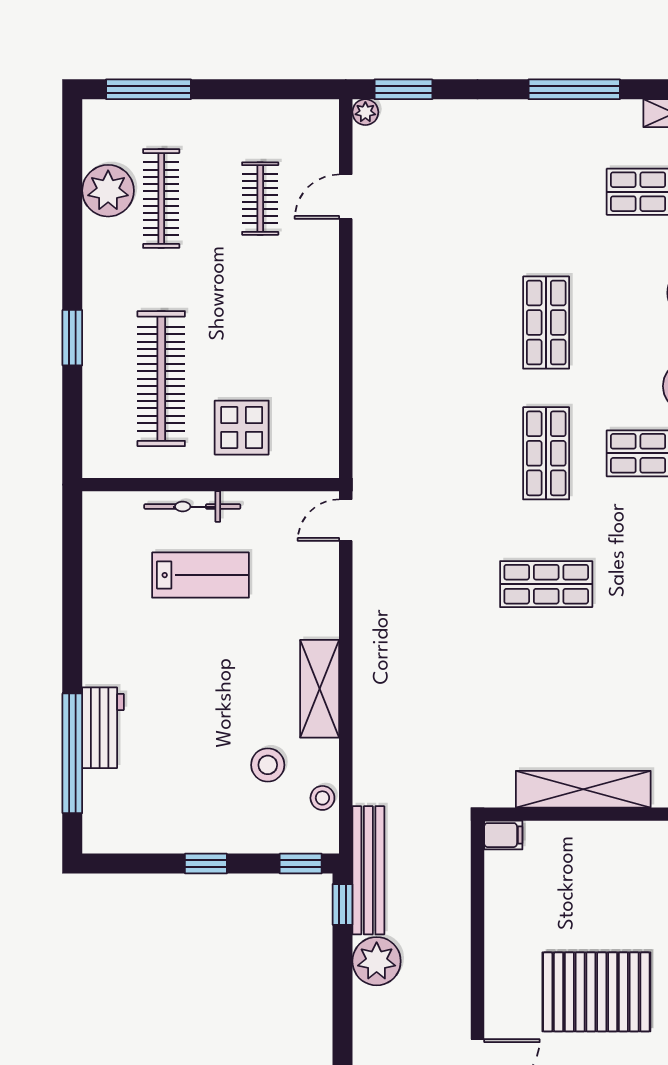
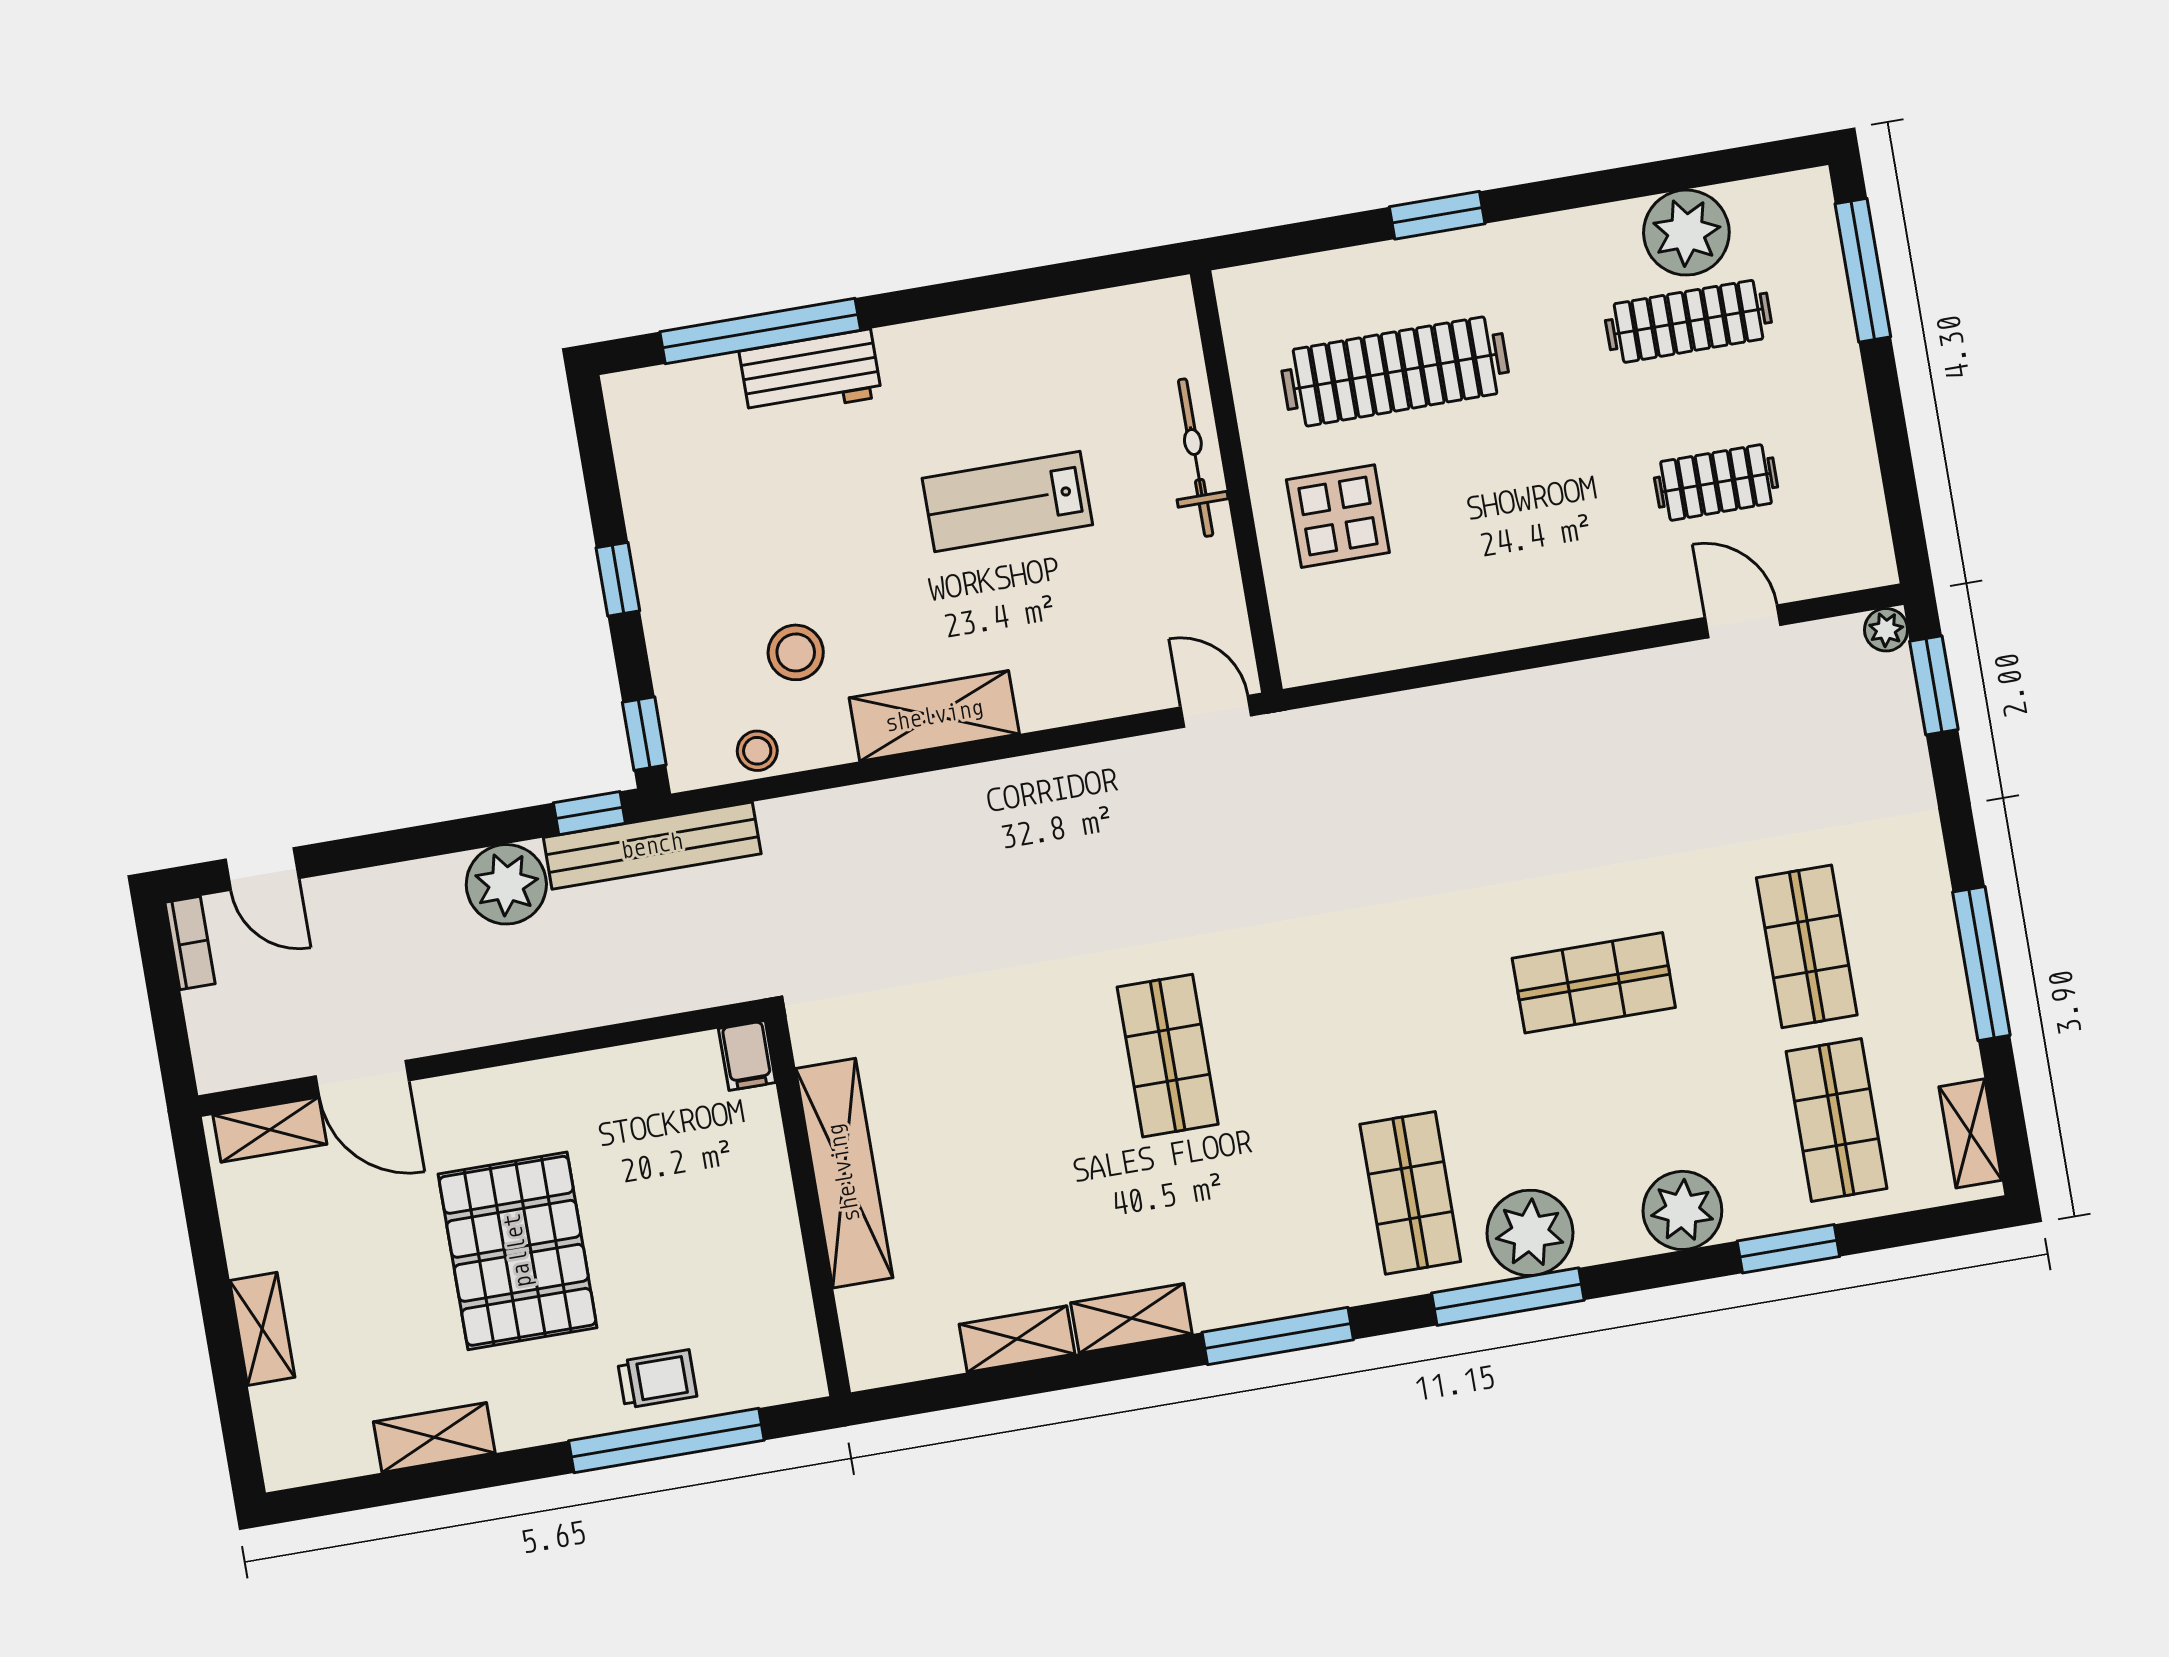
shop shelf: (546, 453) -> (1807, 946), moved, turned 90
lab bench: (201, 575) -> (1007, 501), moved, turned 90

